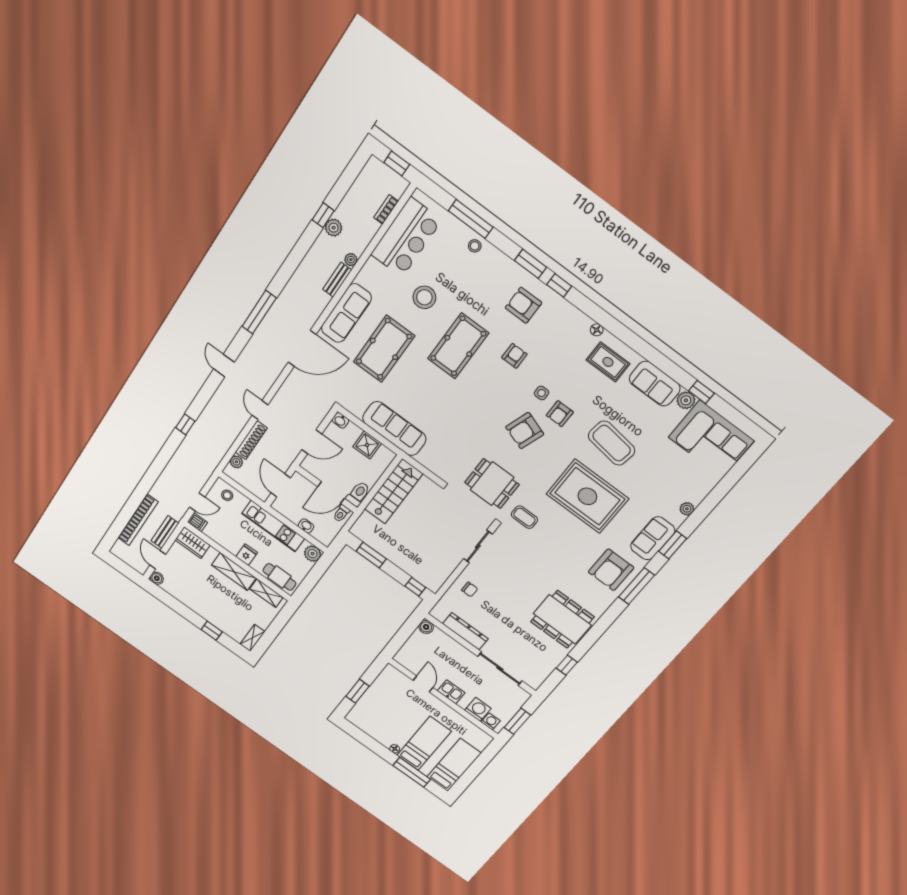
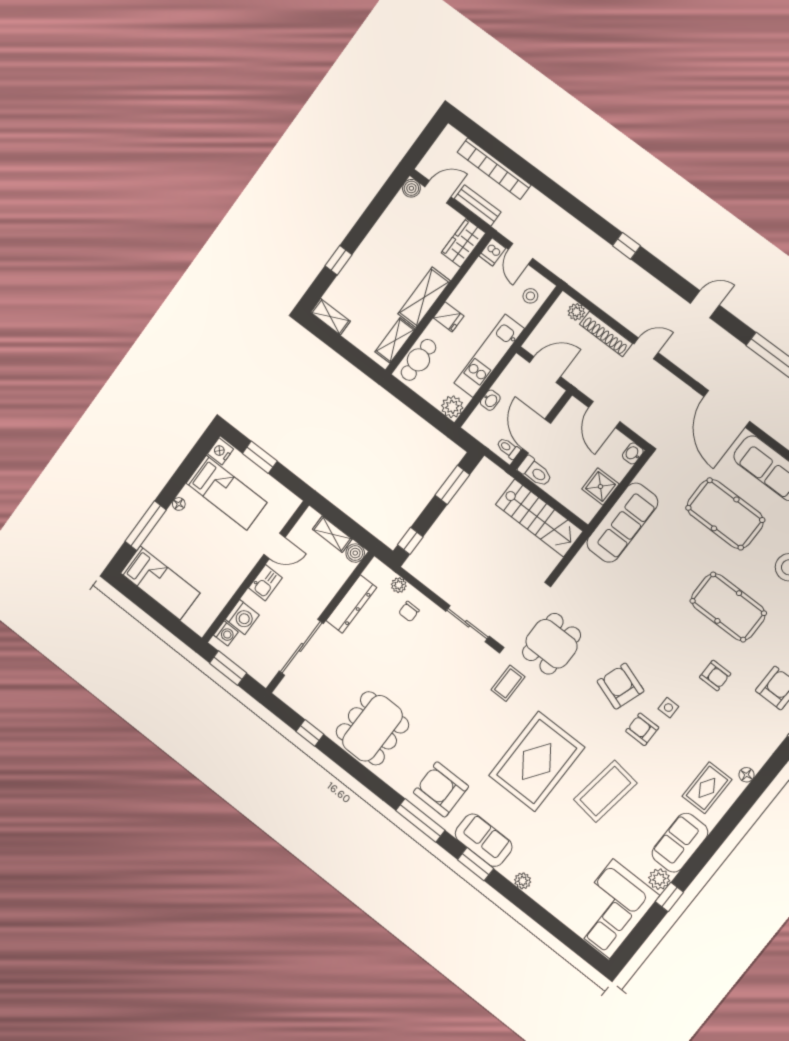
plant: (449, 596) -> (399, 585), added
shelving: (412, 643) -> (332, 534), added
nightstand: (355, 718) -> (220, 451), added
bed: (424, 743) -> (226, 493), moved

